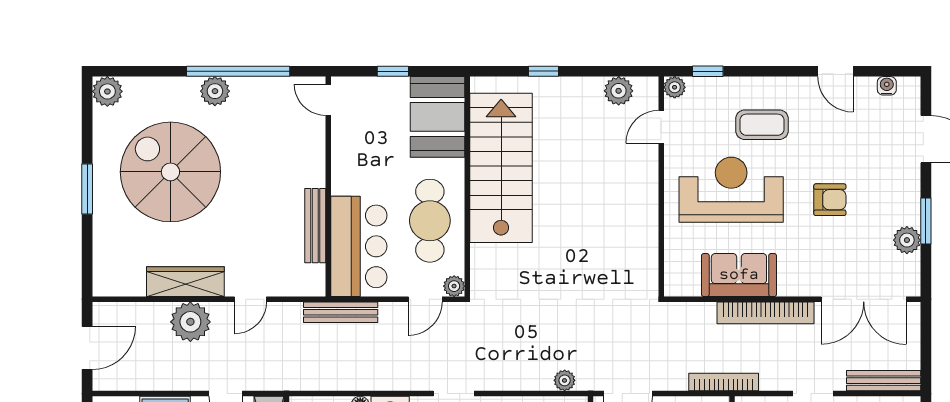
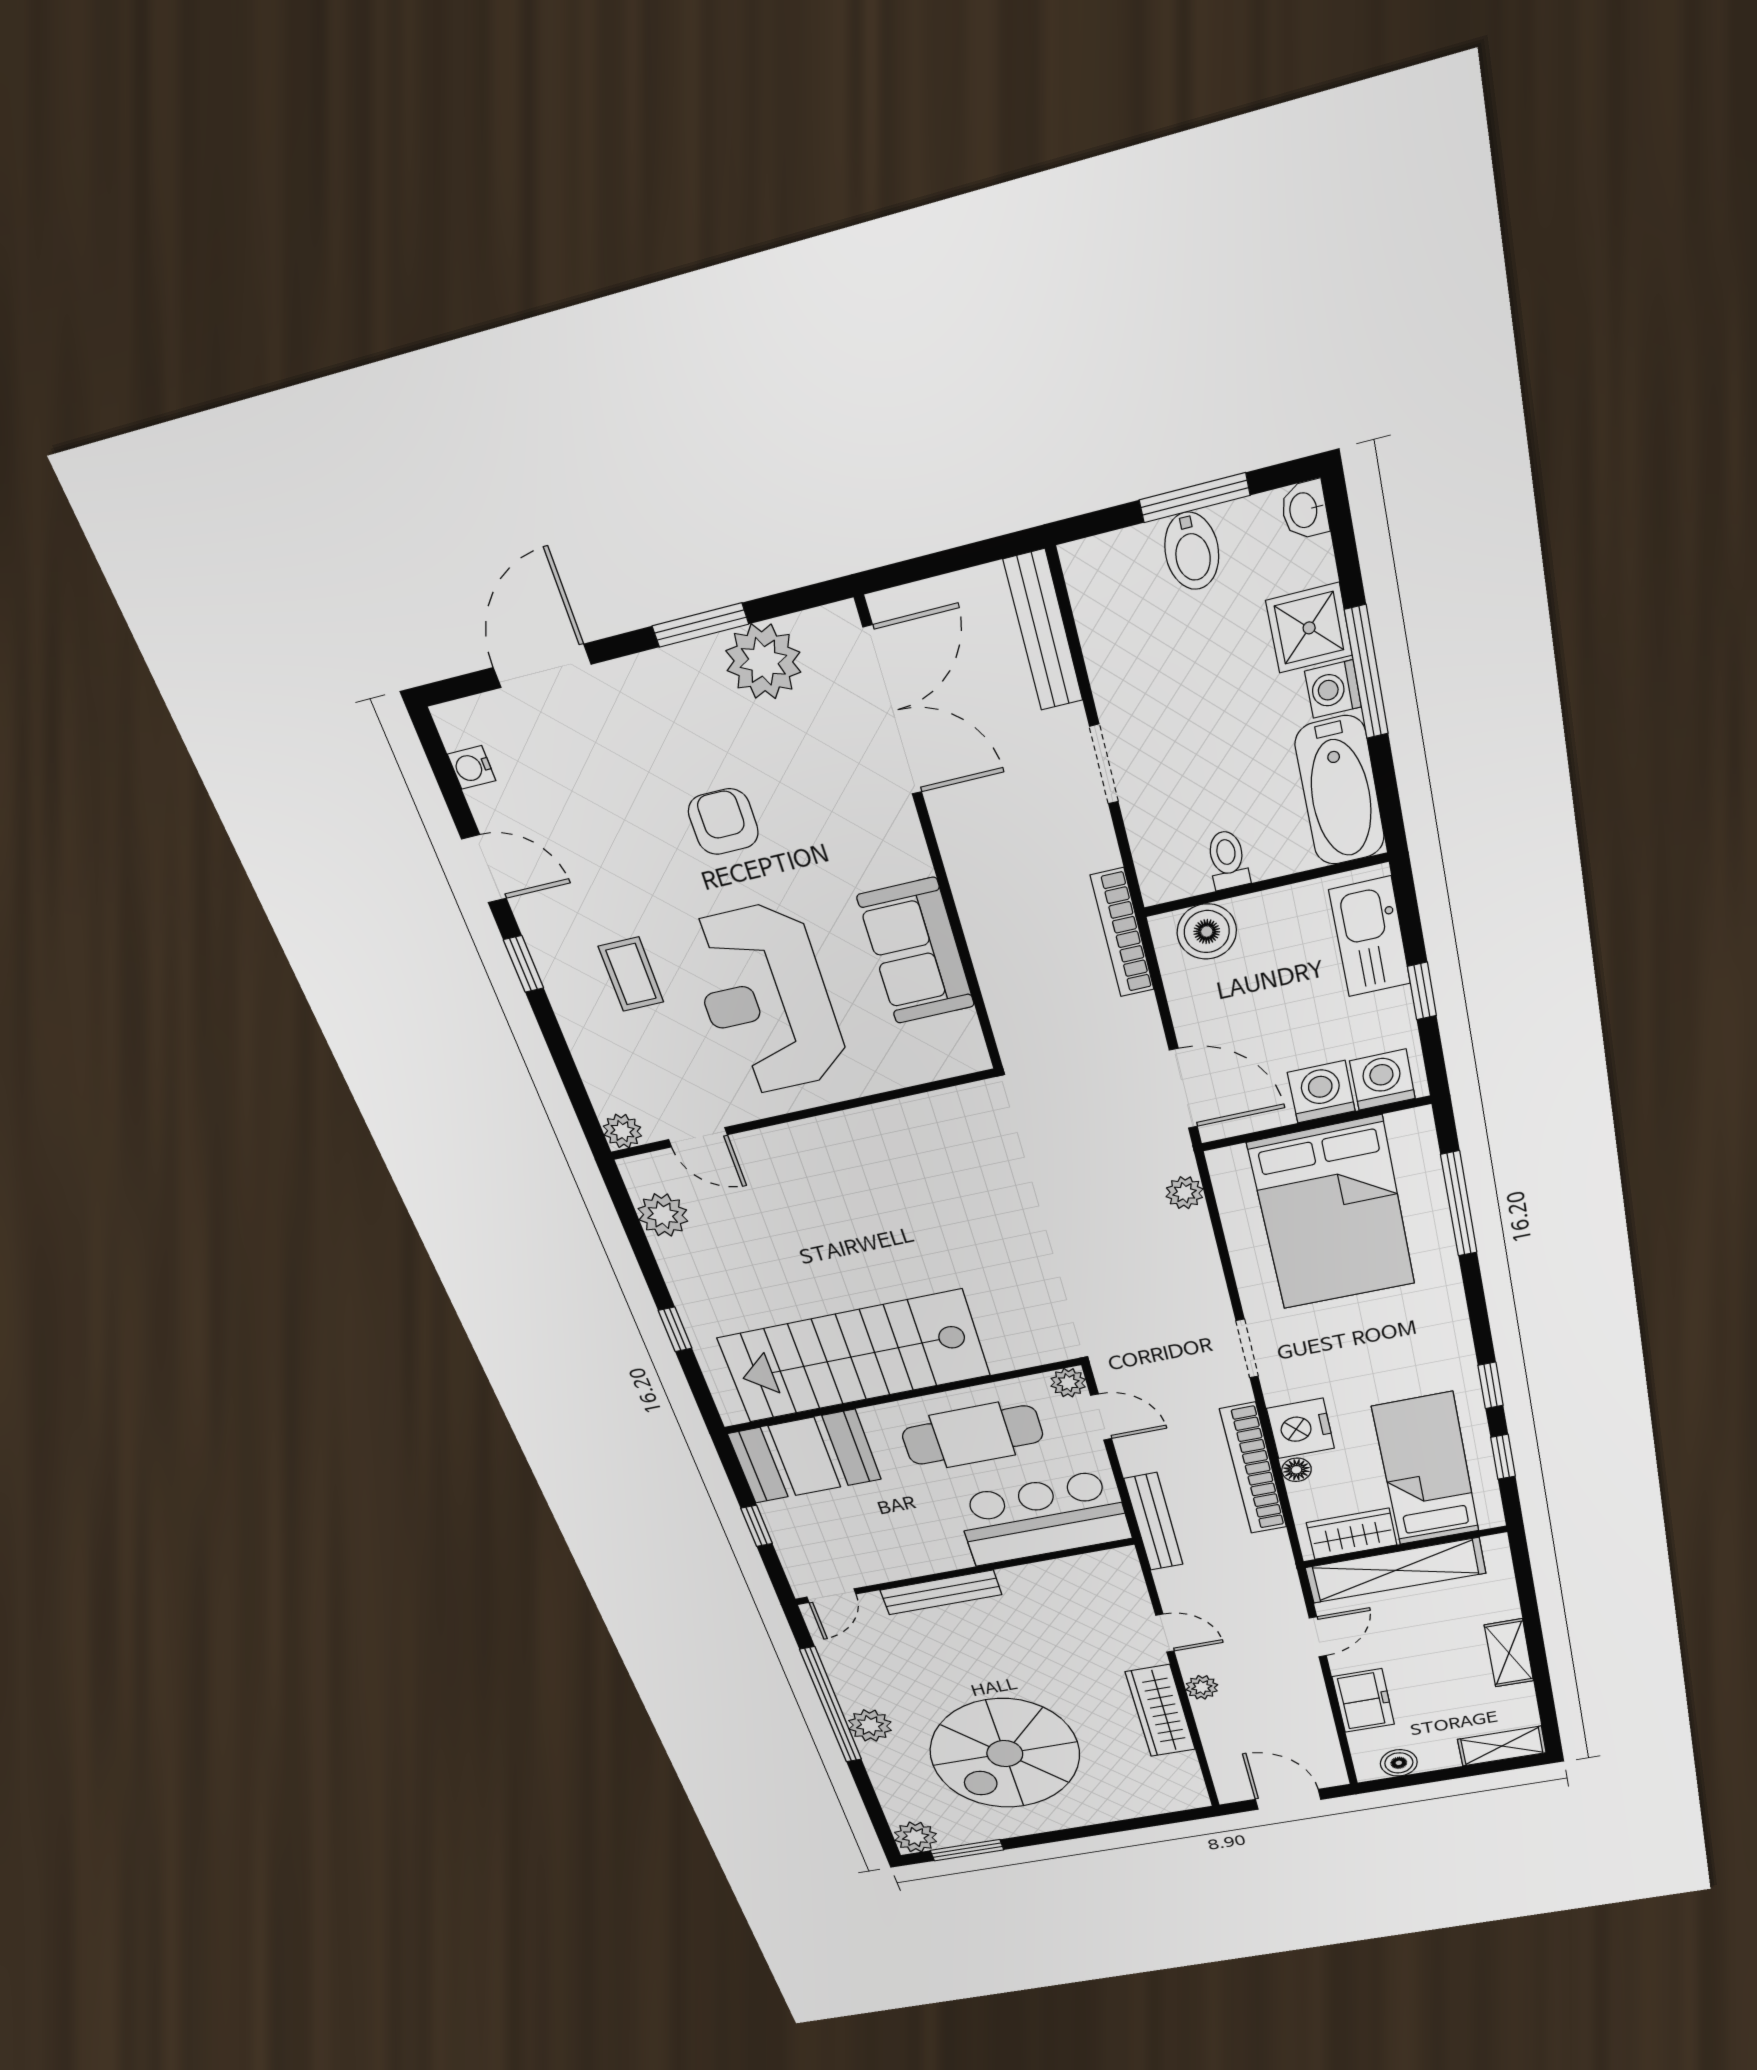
window: (708, 71) -> (524, 964), moved
door: (835, 71) -> (484, 869), hinge flipped
coffee table: (762, 125) -> (631, 974), width x0.73, depth x0.77
window: (87, 189) -> (967, 1850), moved
bench: (315, 226) -> (941, 1592), moved
plant: (907, 240) -> (763, 661), width x1.36, depth x1.36
bookcase: (766, 313) -> (1253, 1469), moved, turned 180
plant: (190, 322) -> (1202, 1687), width x0.53, depth x0.53

